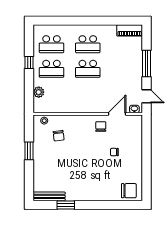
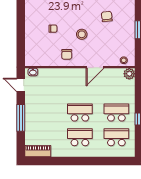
plant: (39, 92) -> (129, 74), moved
door: (117, 114) -> (95, 67), moved
chair: (59, 136) -> (107, 16), moved
stool: (86, 146) -> (82, 34), added

